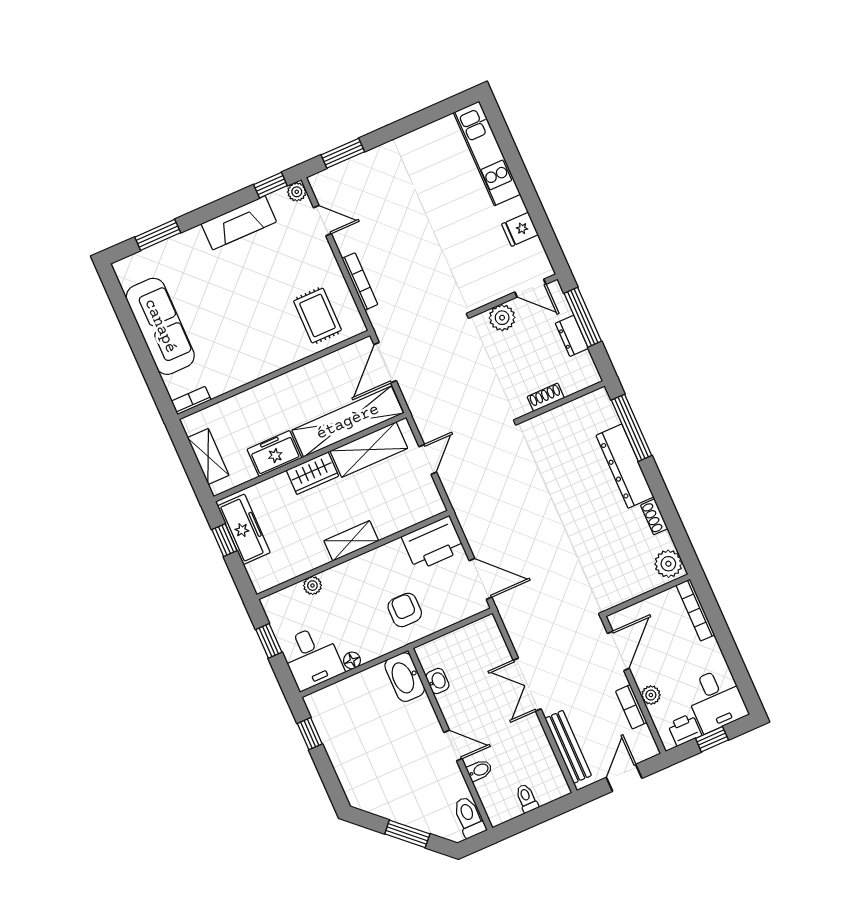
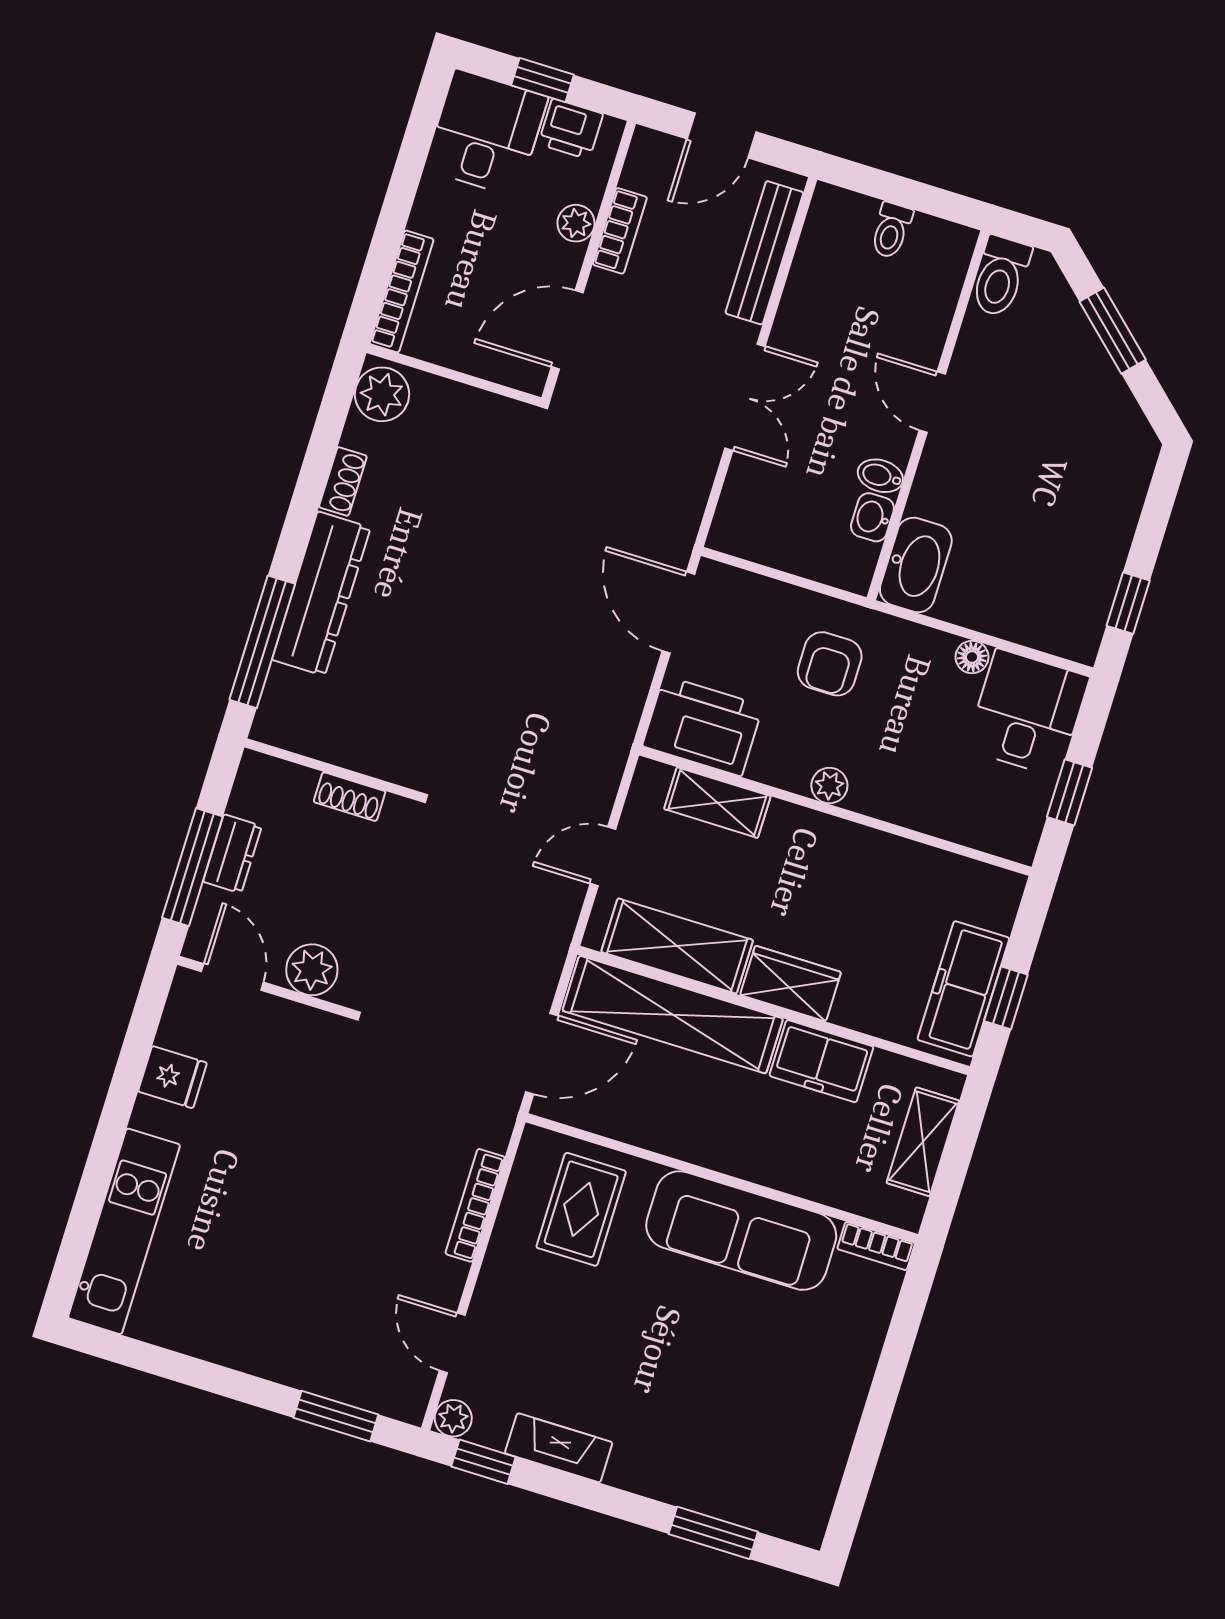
fireplace: (239, 223) -> (559, 1448), width x0.73, depth x0.76
sofa: (160, 326) -> (741, 1231), moved, turned -90
shelving: (351, 541) -> (717, 803), moved
plant: (312, 586) -> (829, 786), moved
bidet: (479, 770) -> (880, 476), moved

